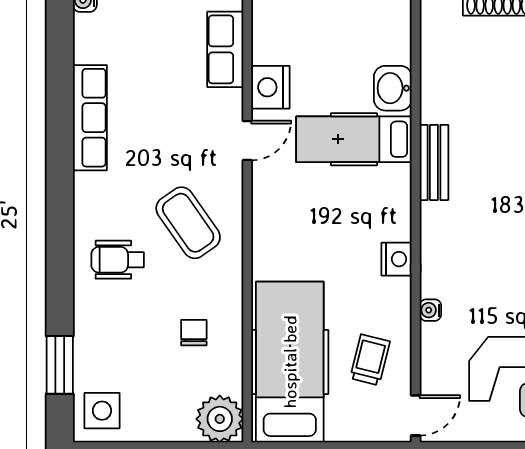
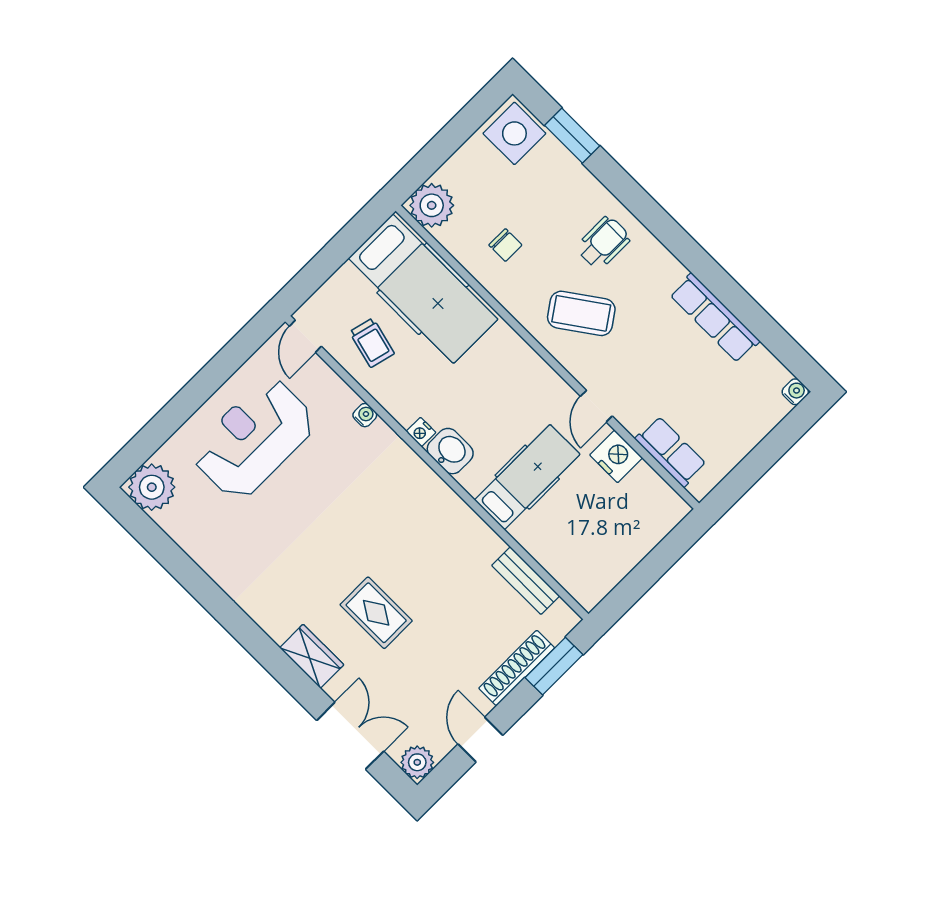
washbasin: (393, 88) -> (450, 451), moved
bench: (434, 162) -> (526, 581), moved
nightstand: (397, 259) -> (421, 432), width x0.72, depth x0.74
side table: (102, 411) -> (514, 133), width x1.37, depth x1.37

